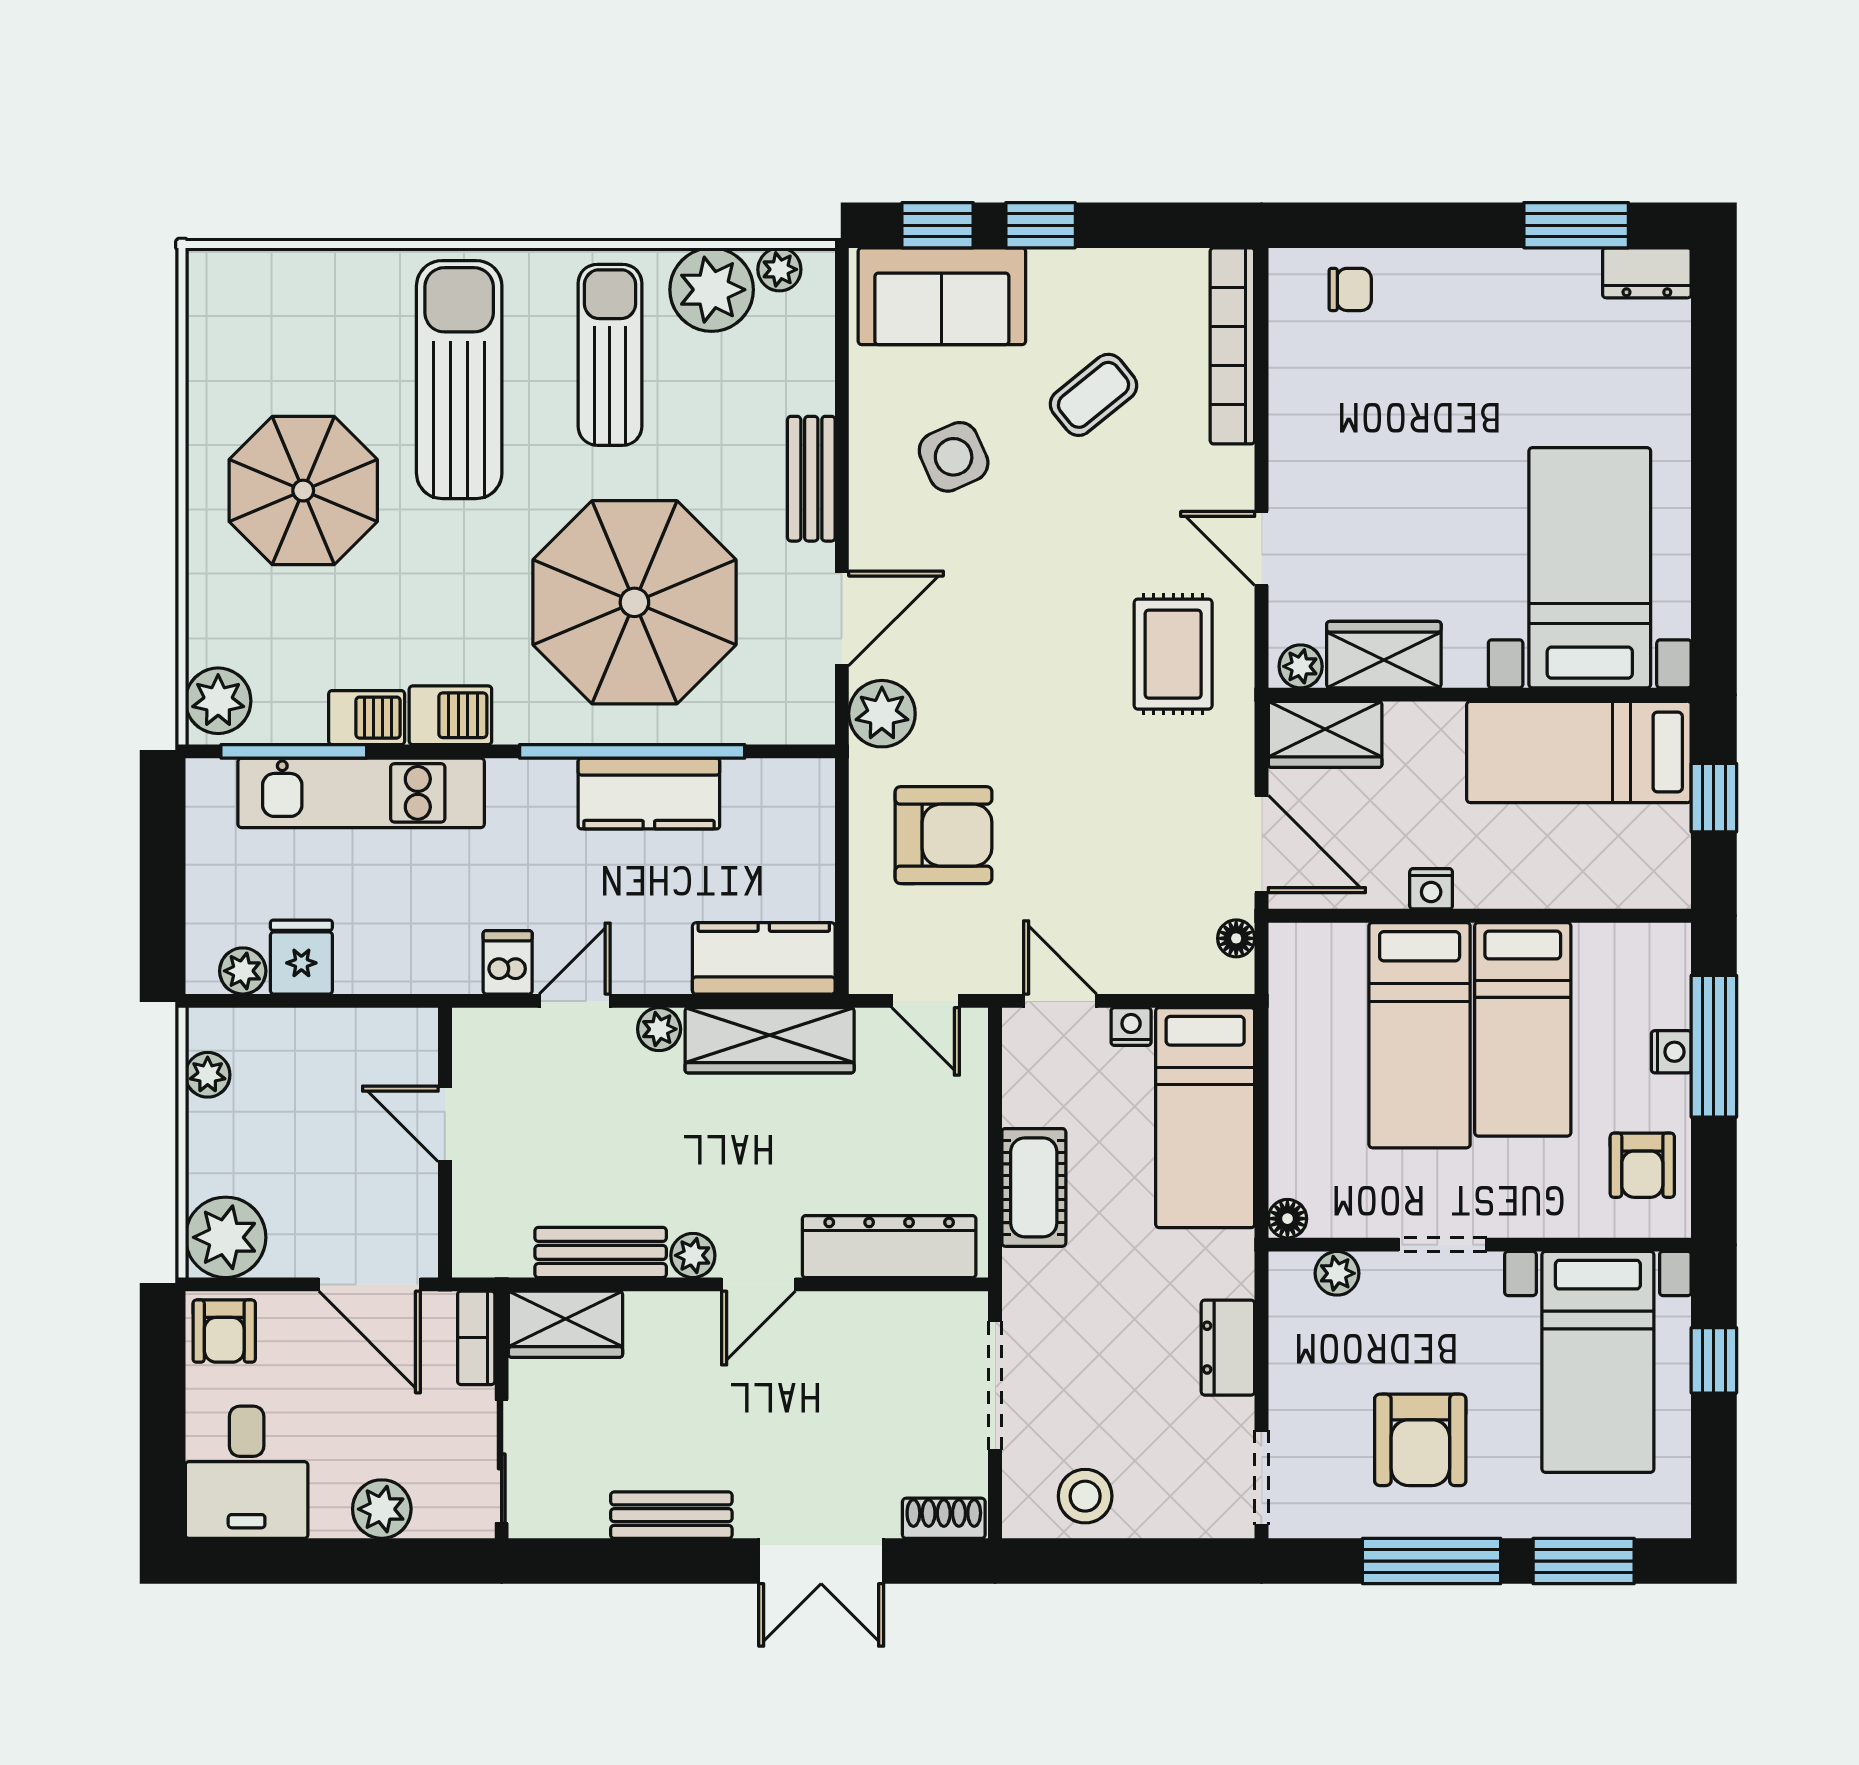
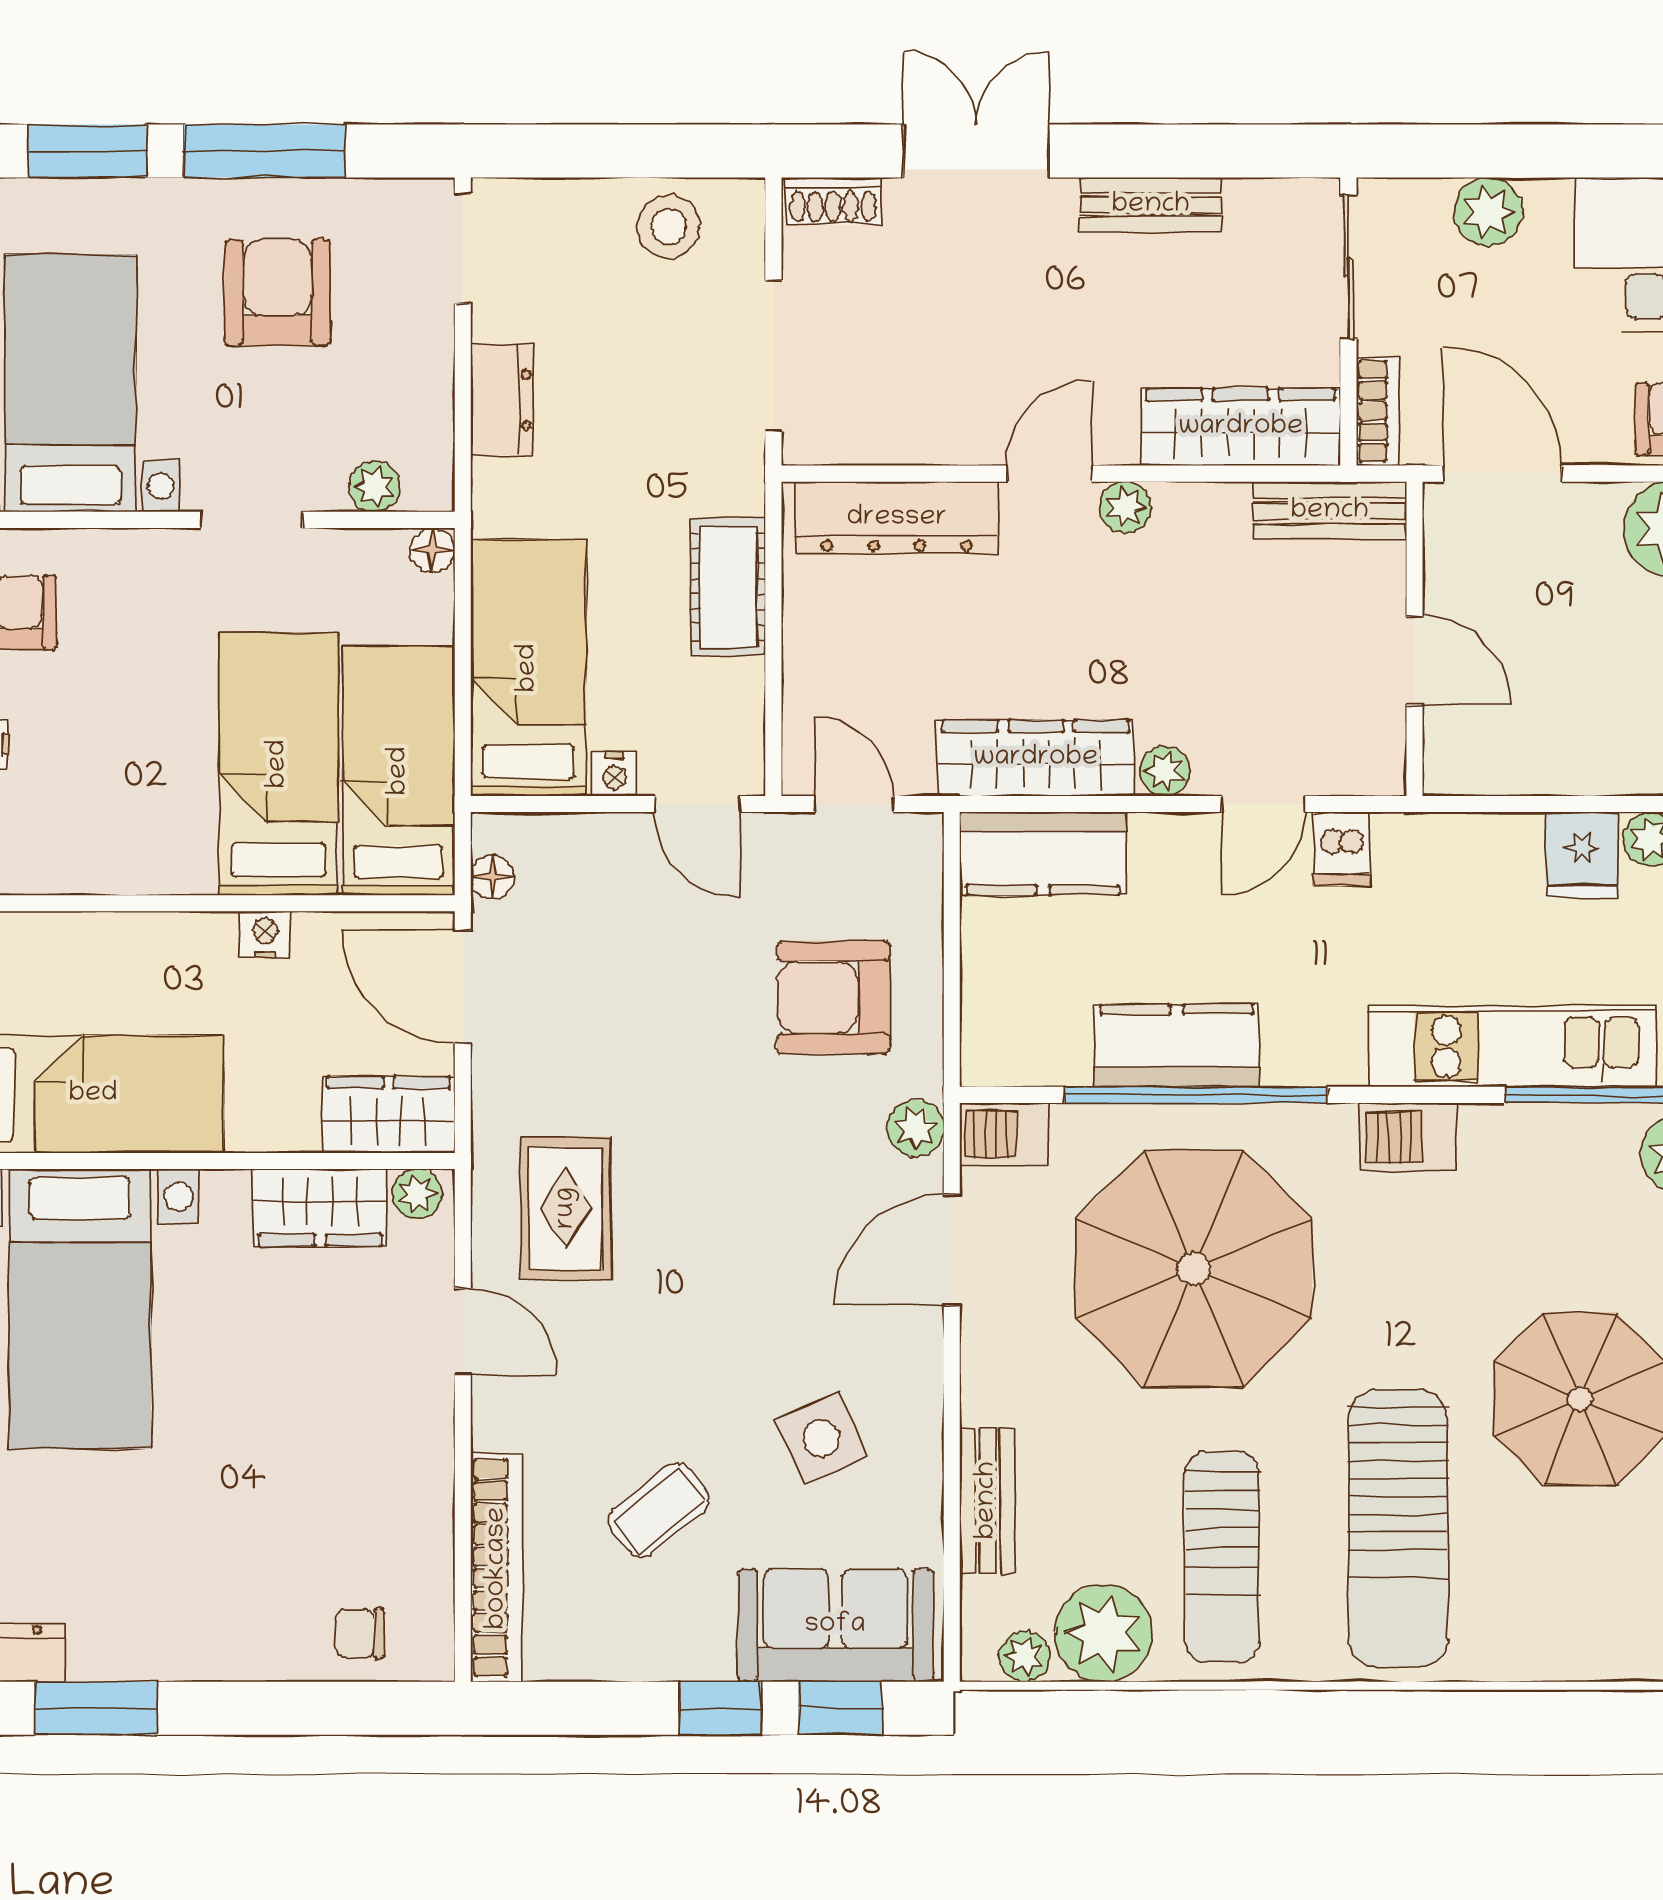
bench: (811, 479) -> (987, 1500), moved
plant: (882, 714) -> (916, 1128), width x0.73, depth x0.73
barbecue: (367, 718) -> (1004, 1134), moved
bed: (1523, 1029) -> (399, 771), moved
bench: (601, 1252) -> (1330, 511), moved
wardrobe: (566, 1324) -> (1241, 427), width x1.50

